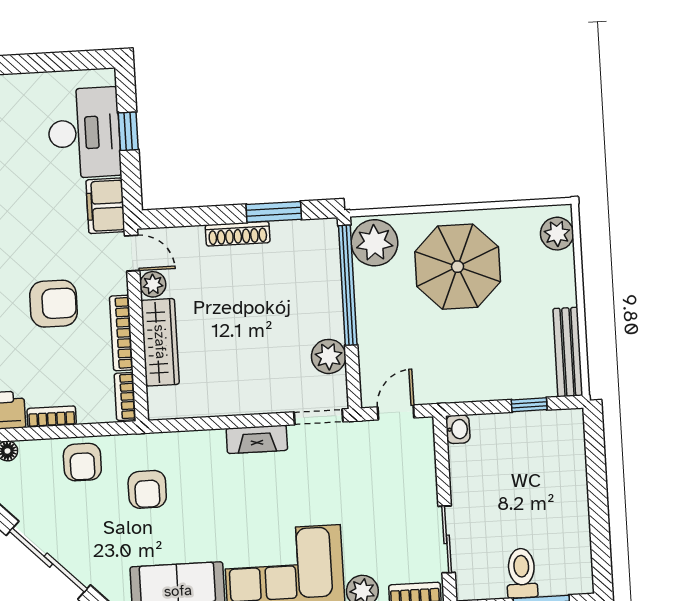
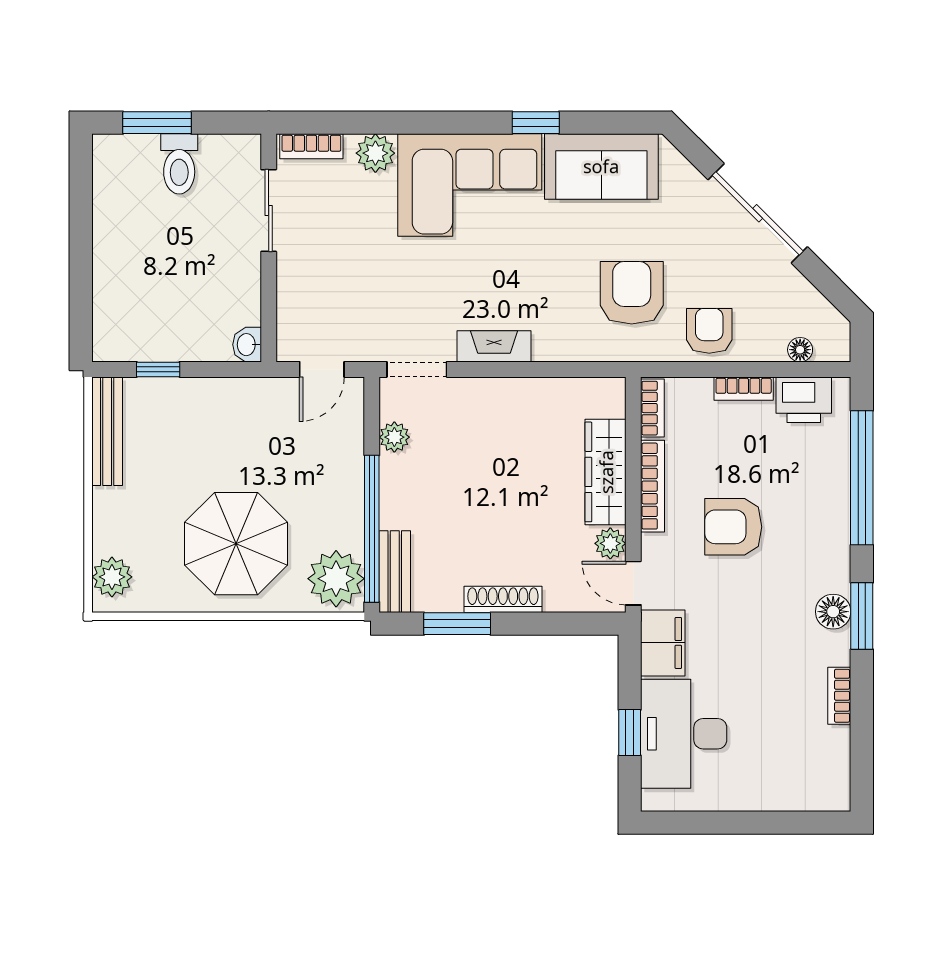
bench: (327, 251) -> (395, 572), added
plant: (329, 356) -> (394, 437), width x0.73, depth x0.73
armchair: (147, 489) -> (632, 293), width x1.38, depth x1.38

